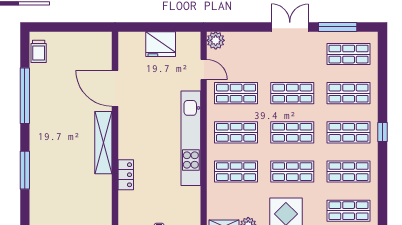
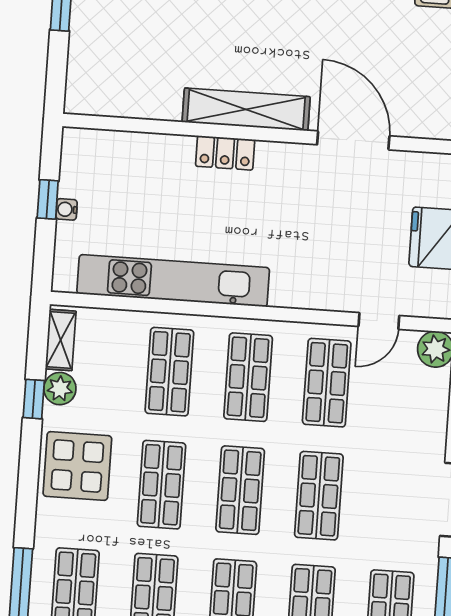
door: (115, 88) -> (353, 140), hinge flipped
kitchen unit: (191, 138) -> (173, 281), moved
locker: (126, 175) -> (225, 153), moved

